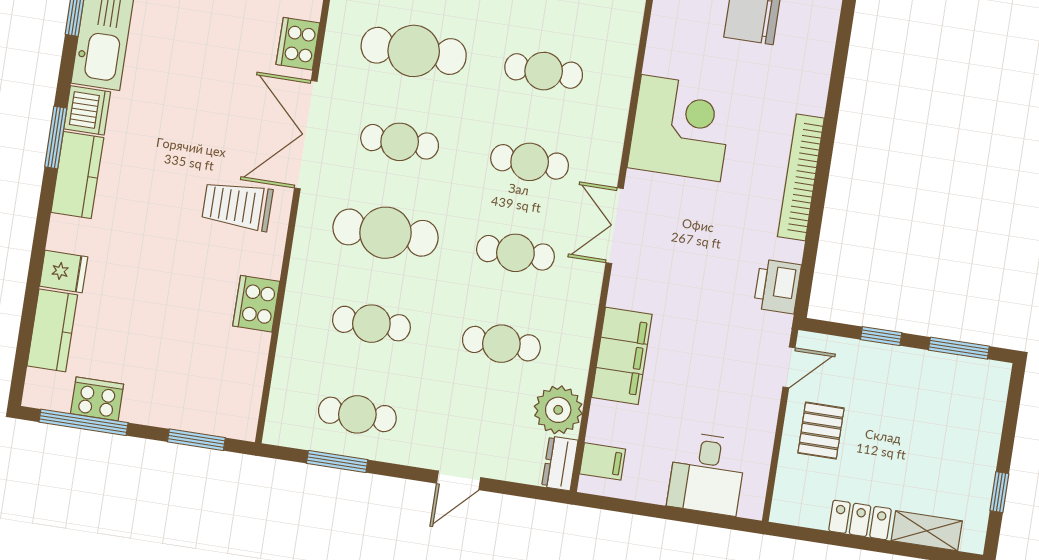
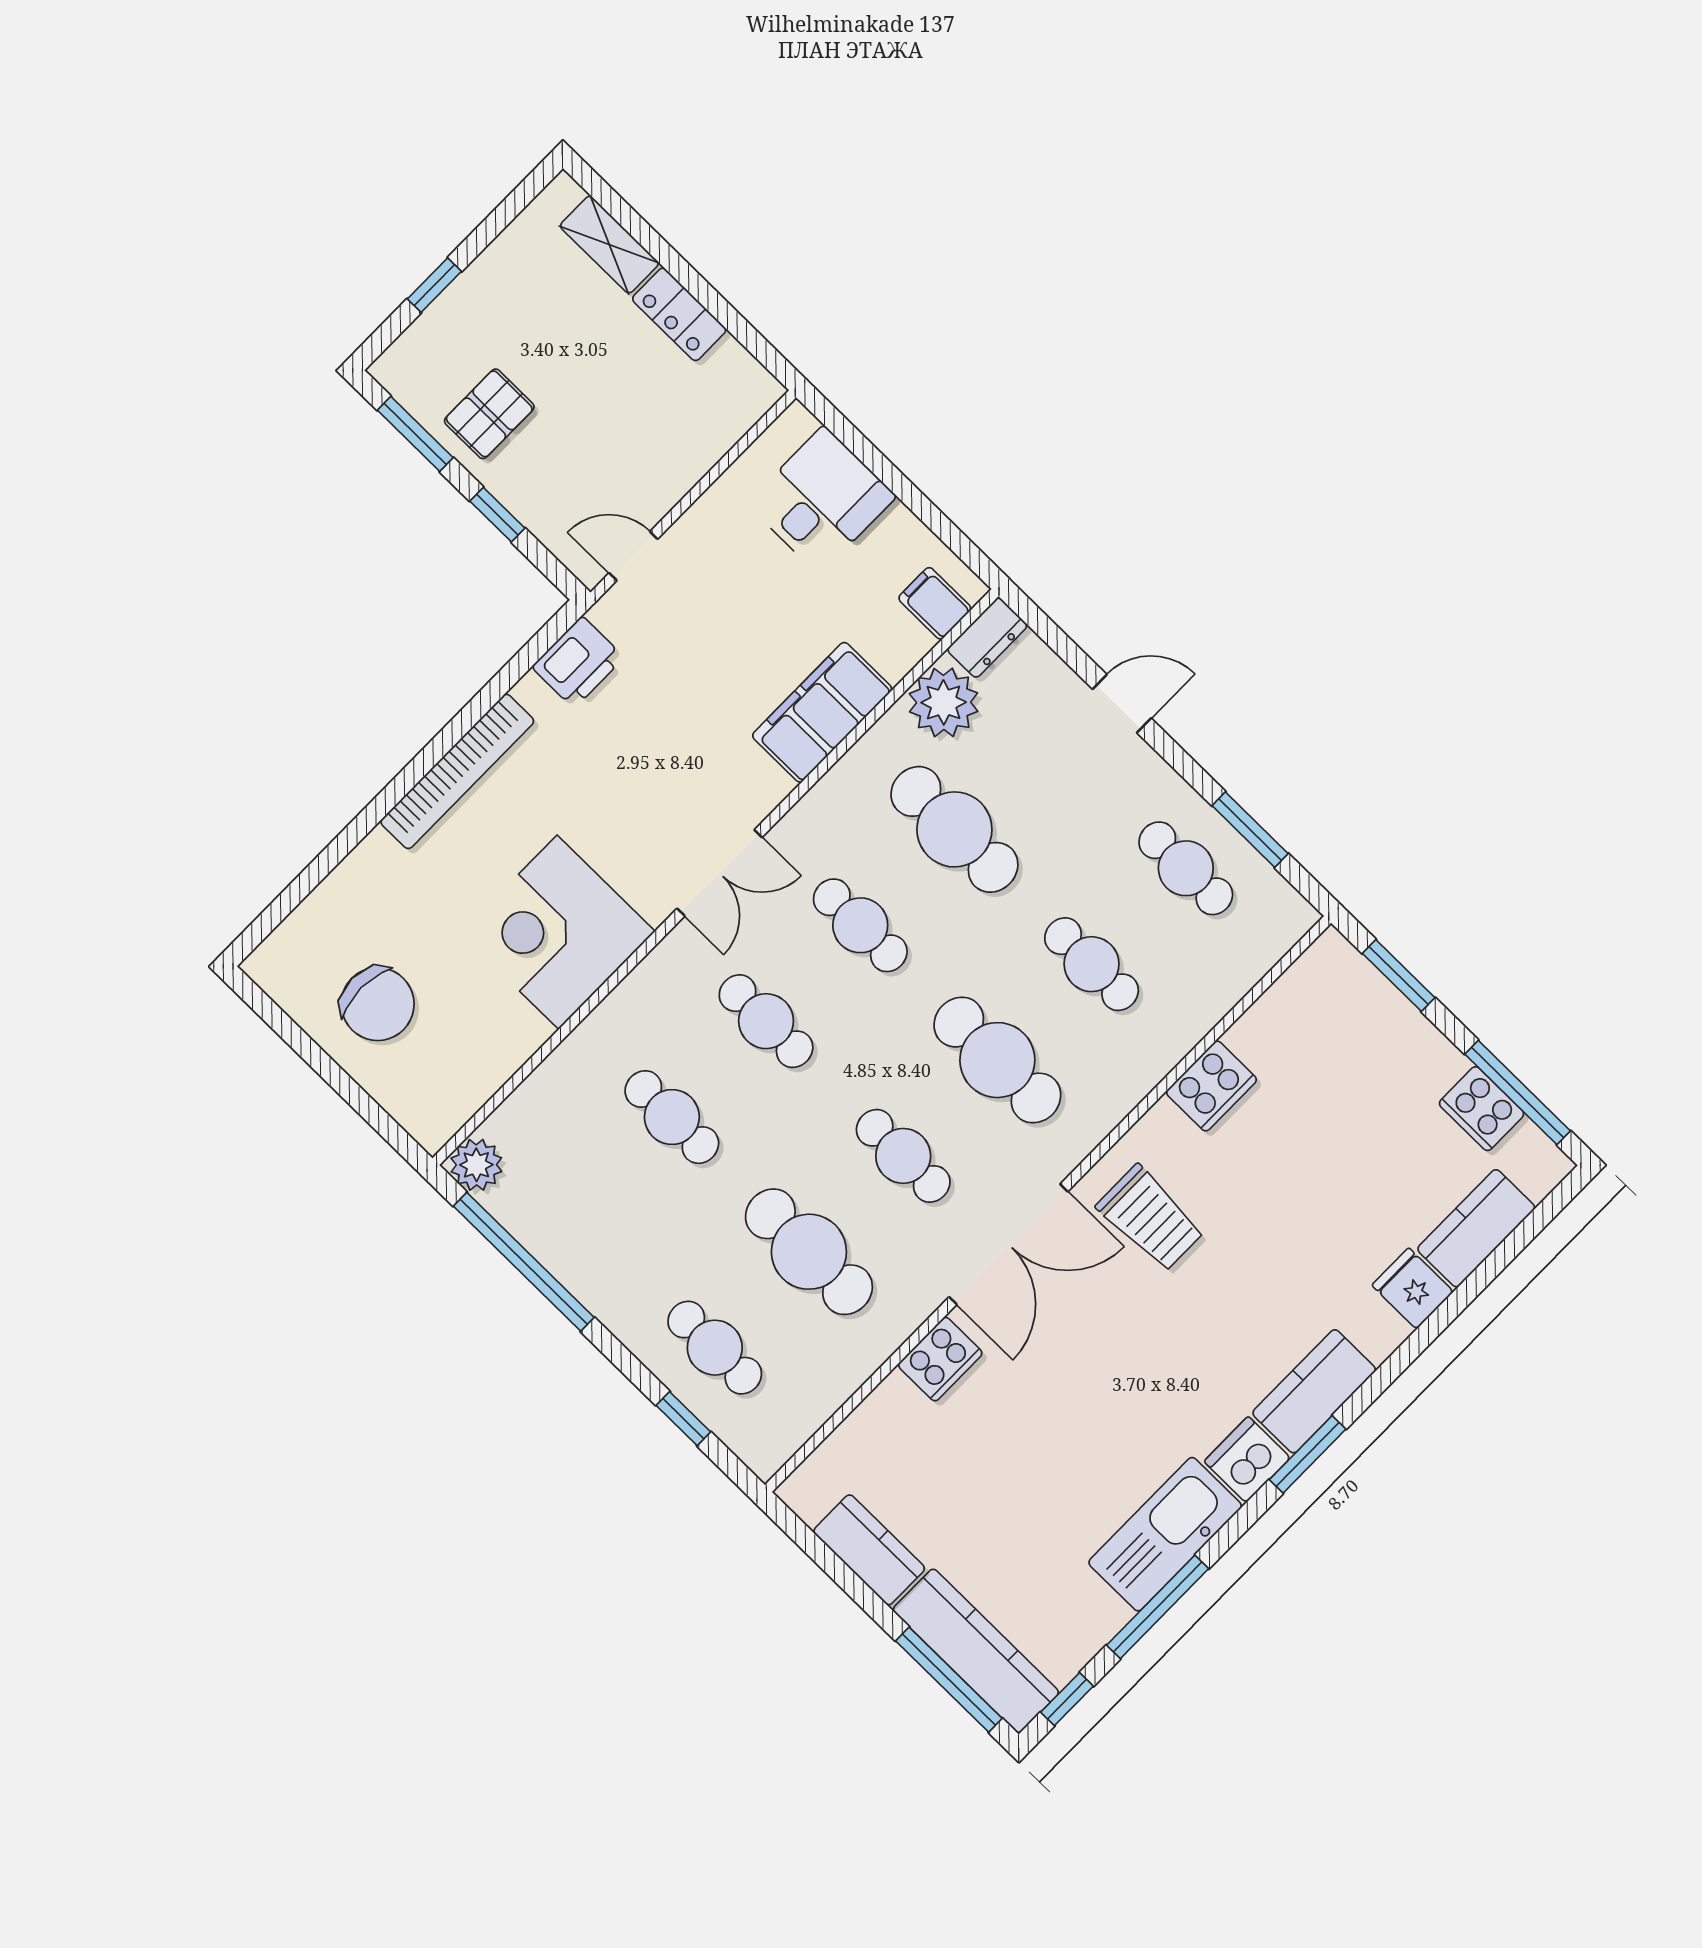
cafe table: (501, 344) -> (954, 829), width x1.37, depth x1.35
pallet: (821, 431) -> (489, 414), moved
window: (999, 492) -> (434, 285), moved

